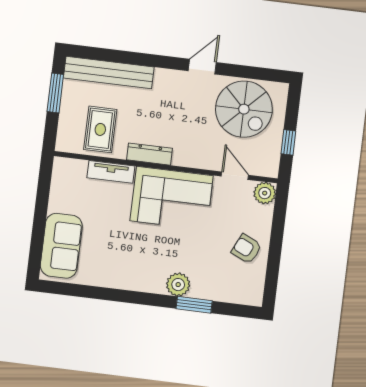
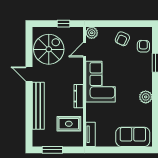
bench: (109, 72) -> (38, 106), moved
tv unit: (111, 172) -> (91, 134), moved
plant: (178, 285) -> (146, 97), moved
armchair: (228, 286) -> (143, 46), added

